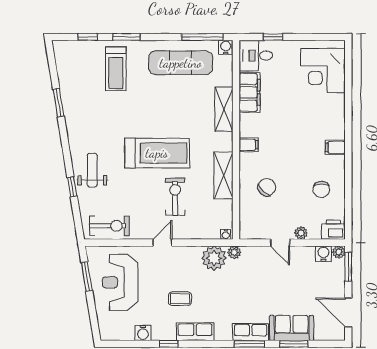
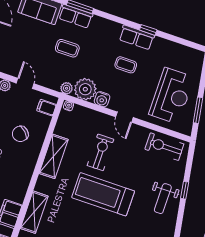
filing cabinet: (249, 145) -> (47, 108), moved
exercise bike: (175, 197) -> (100, 152), turned 180
door: (162, 243) -> (124, 117), hinge flipped
coffee table: (248, 295) -> (67, 48), added
row of seats: (195, 332) -> (137, 37), moved
water cooler: (143, 333) -> (102, 99), moved, turned 180

